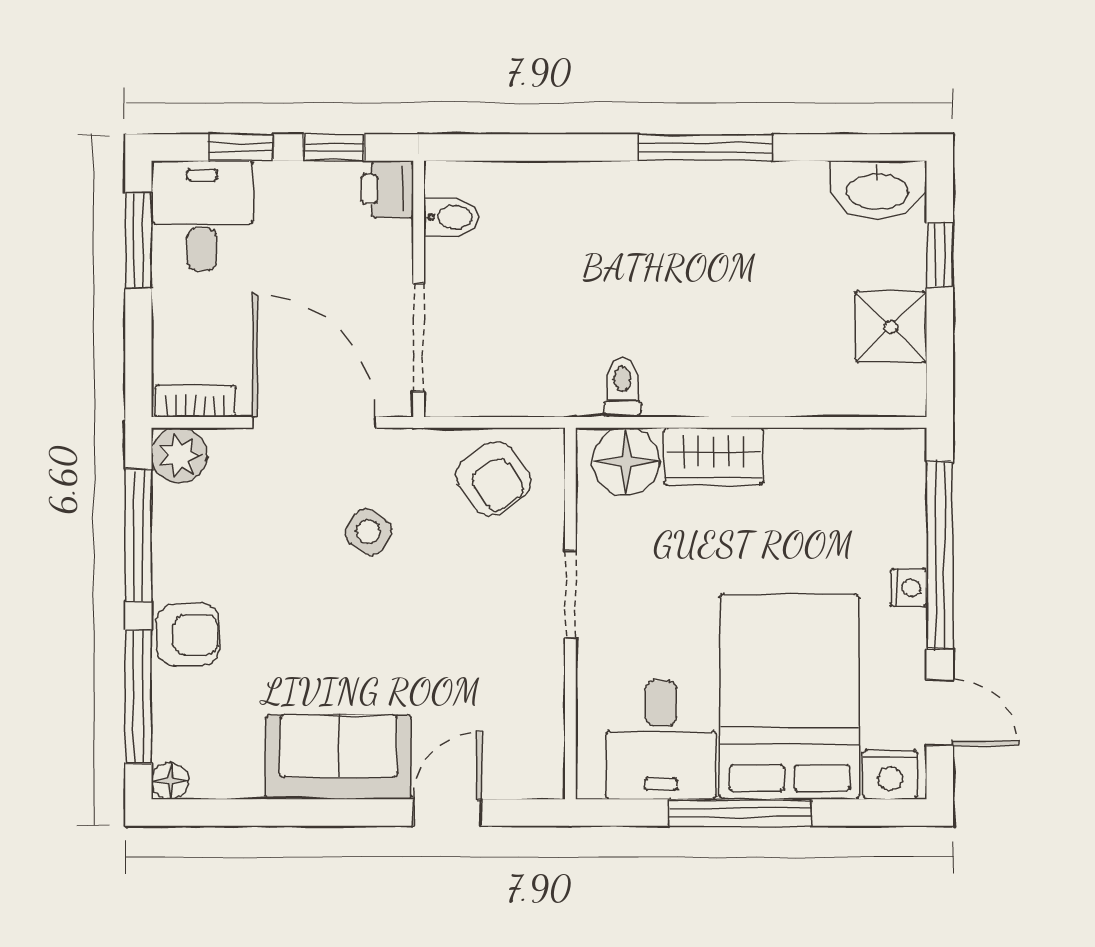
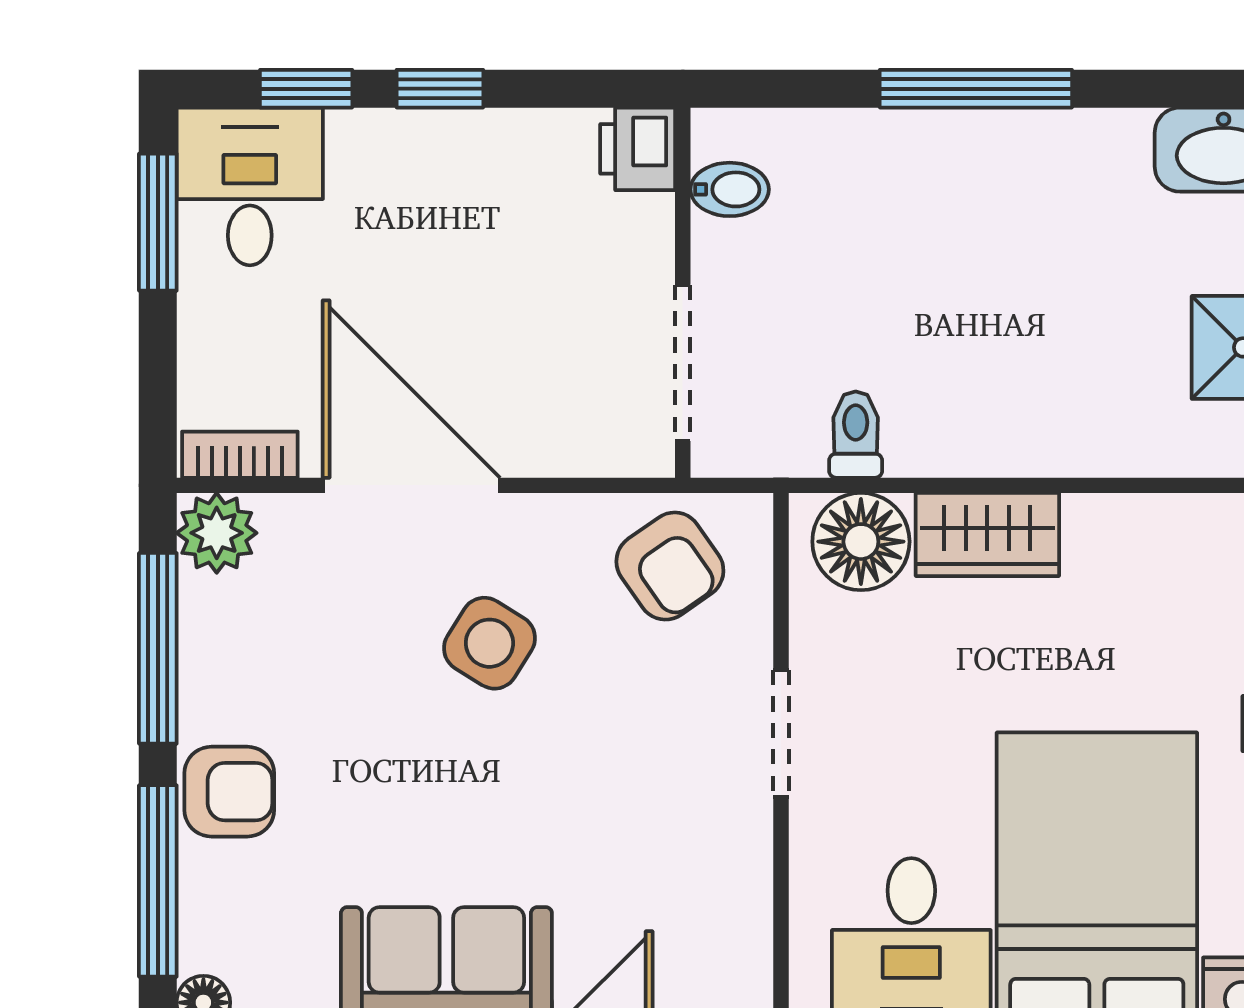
printer: (387, 189) -> (638, 149), moved
bidet: (451, 217) -> (730, 189), moved
wall: (419, 289) -> (683, 293), moved
doorway: (419, 337) -> (683, 363), moved
side table: (368, 532) -> (489, 643), width x1.37, depth x1.37

